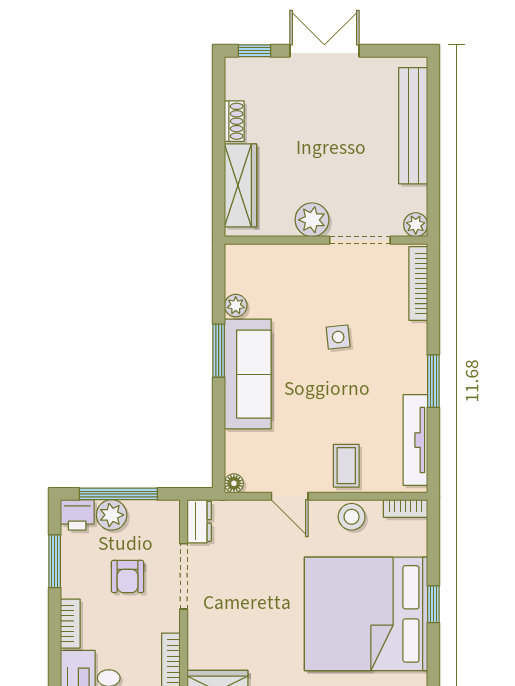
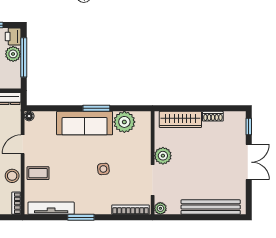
plant: (236, 306) -> (124, 122), width x1.88, depth x1.88

